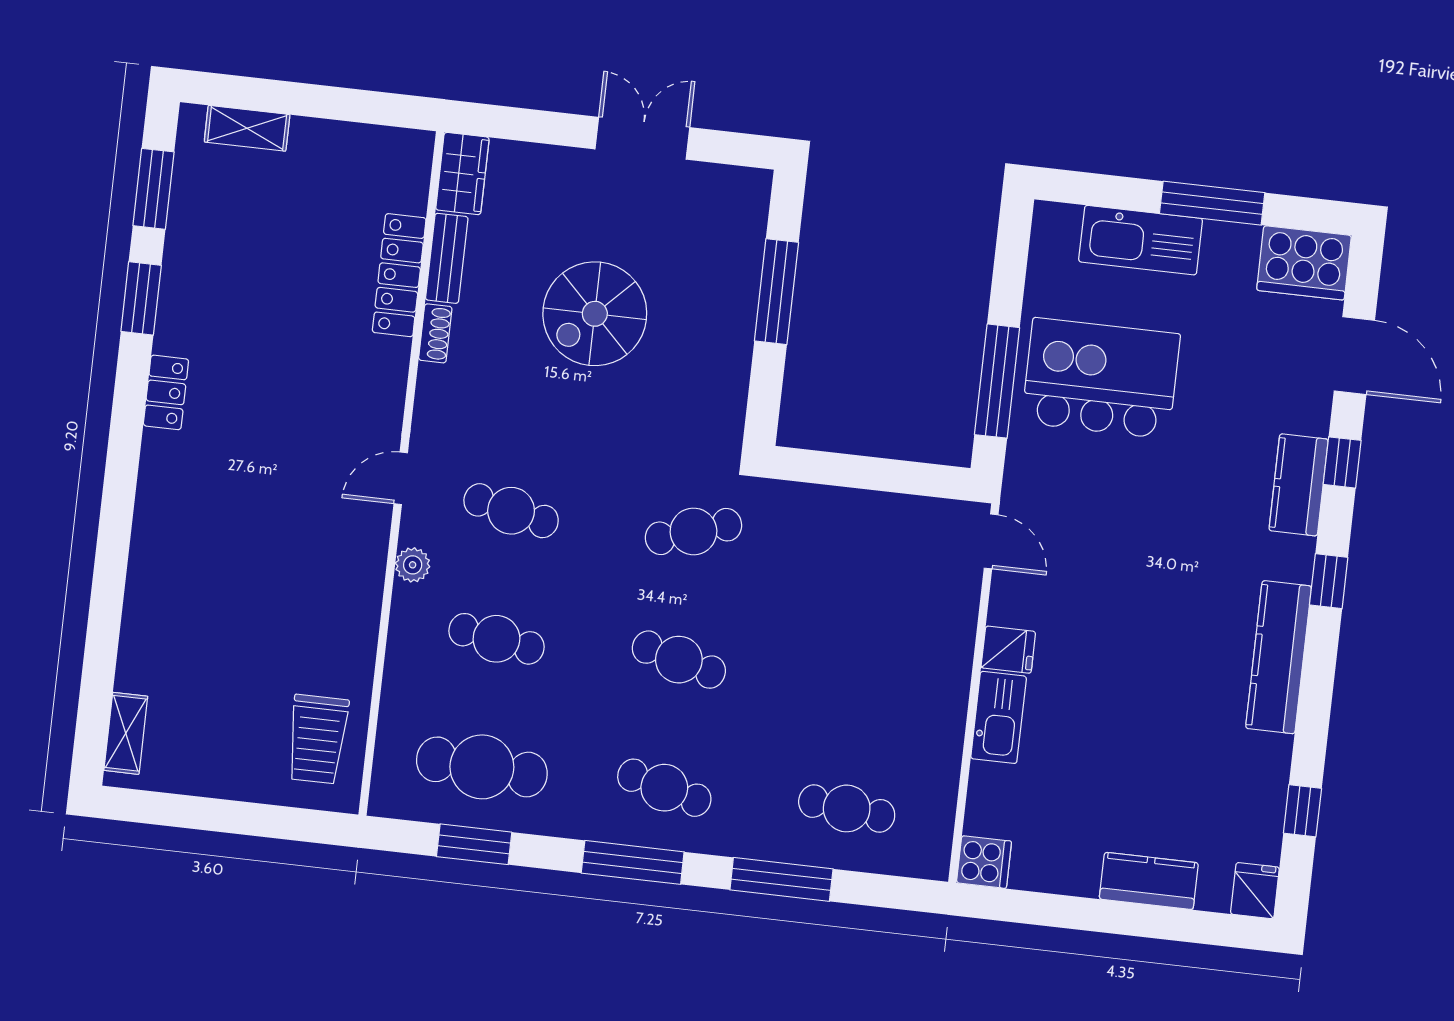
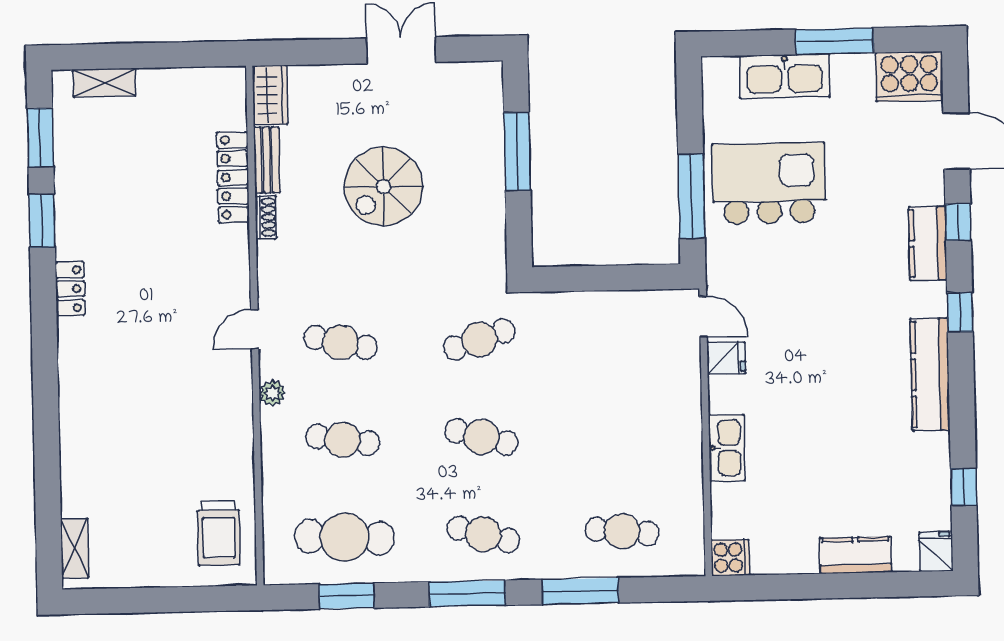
fridge: (1008, 650) -> (726, 358), moved

